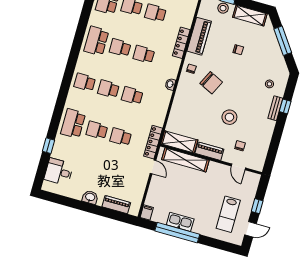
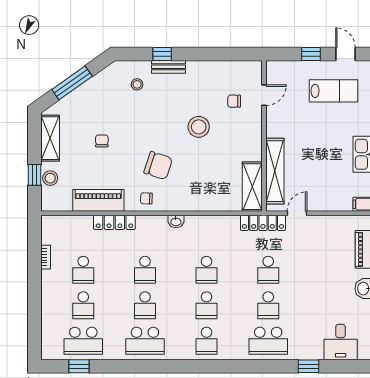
chair: (211, 83) -> (158, 166), turned 82
piano: (209, 151) -> (254, 141), removed

